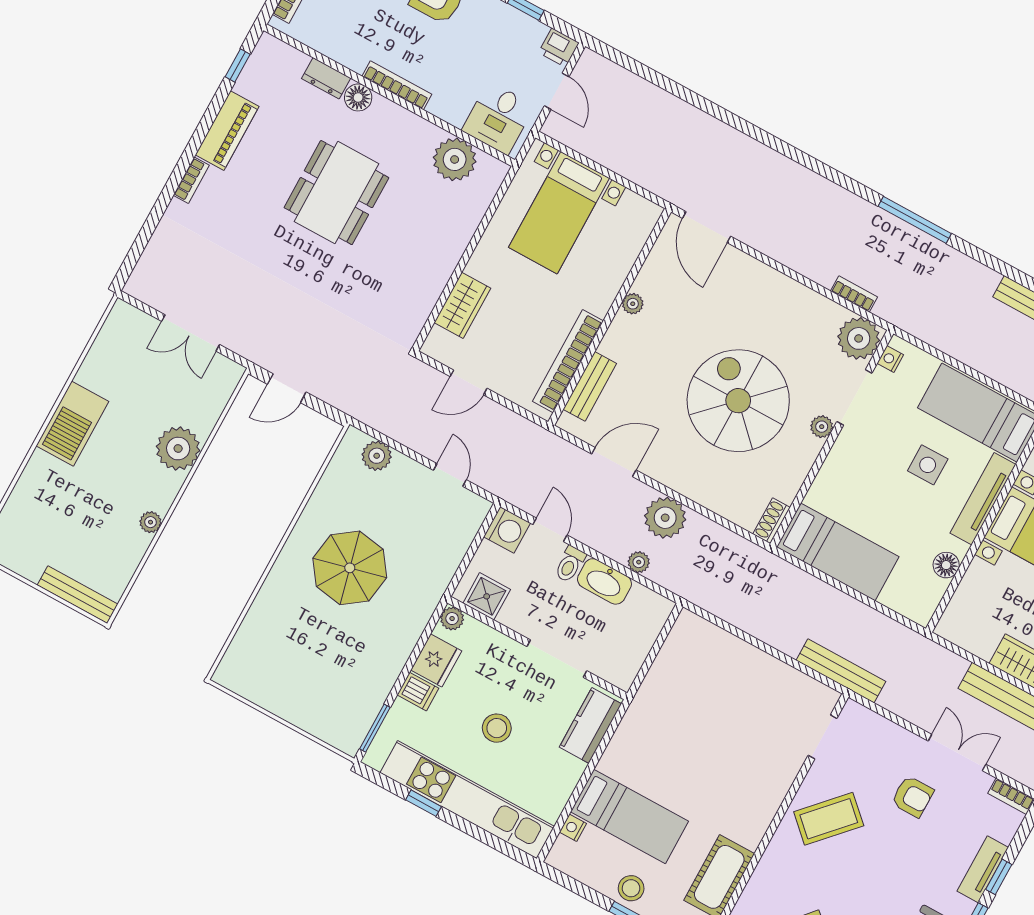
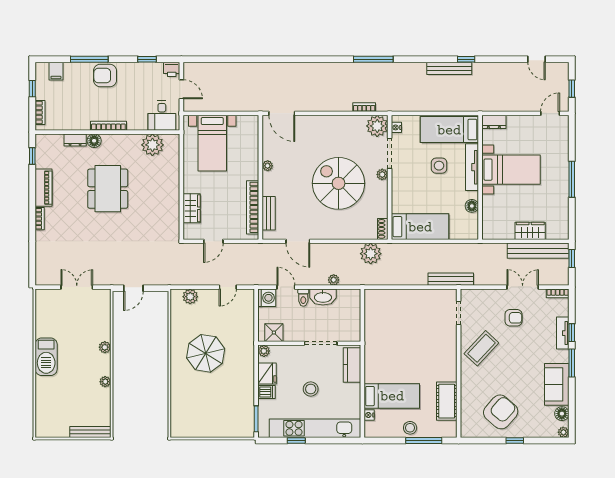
double door: (191, 333) -> (77, 287), swing flipped
plant: (178, 449) -> (105, 347), width x0.53, depth x0.53
door: (614, 462) -> (298, 241), swing flipped
door: (450, 475) -> (228, 287), swing flipped
plant: (665, 518) -> (371, 254), moved

